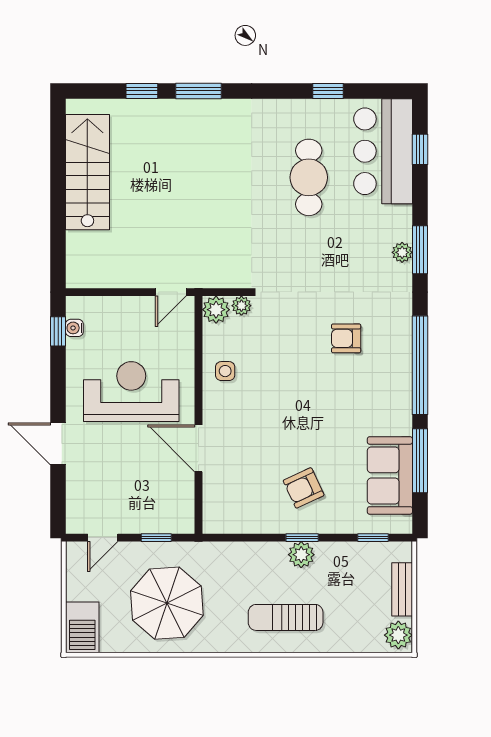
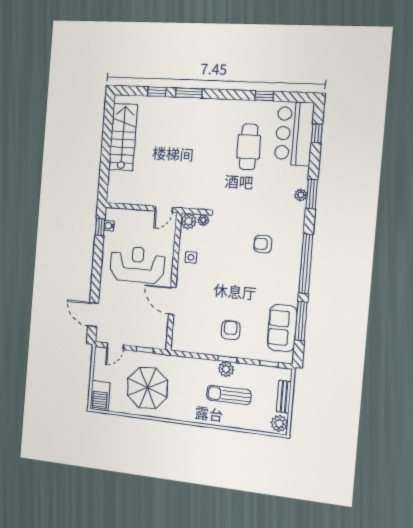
door: (58, 444) -> (93, 315), moved
armchair: (304, 488) -> (231, 330), turned 114
sun lounger: (286, 617) -> (229, 395), moved

